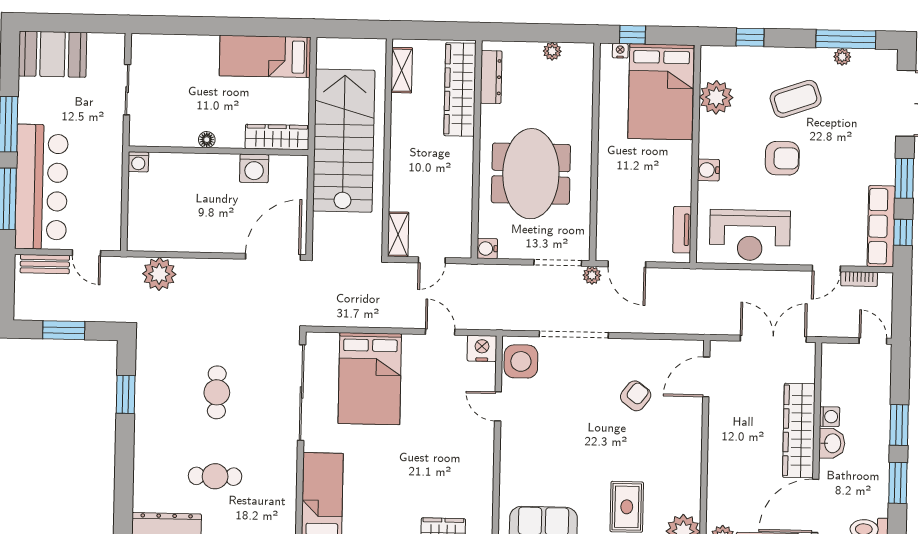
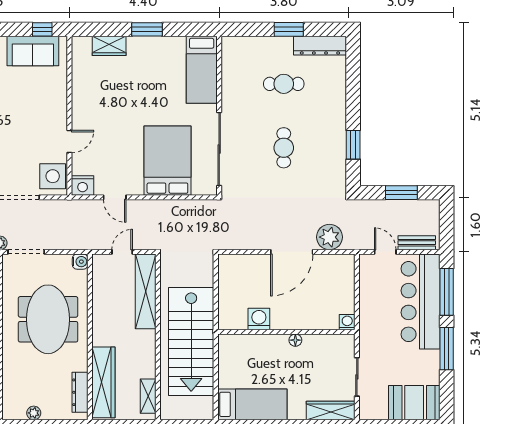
wardrobe: (277, 137) -> (331, 411), moved, turned 180
shelving: (398, 234) -> (146, 291), width x2.20, depth x1.33
door: (273, 257) -> (292, 252), moved
door: (498, 406) -> (69, 142), hinge flipped

